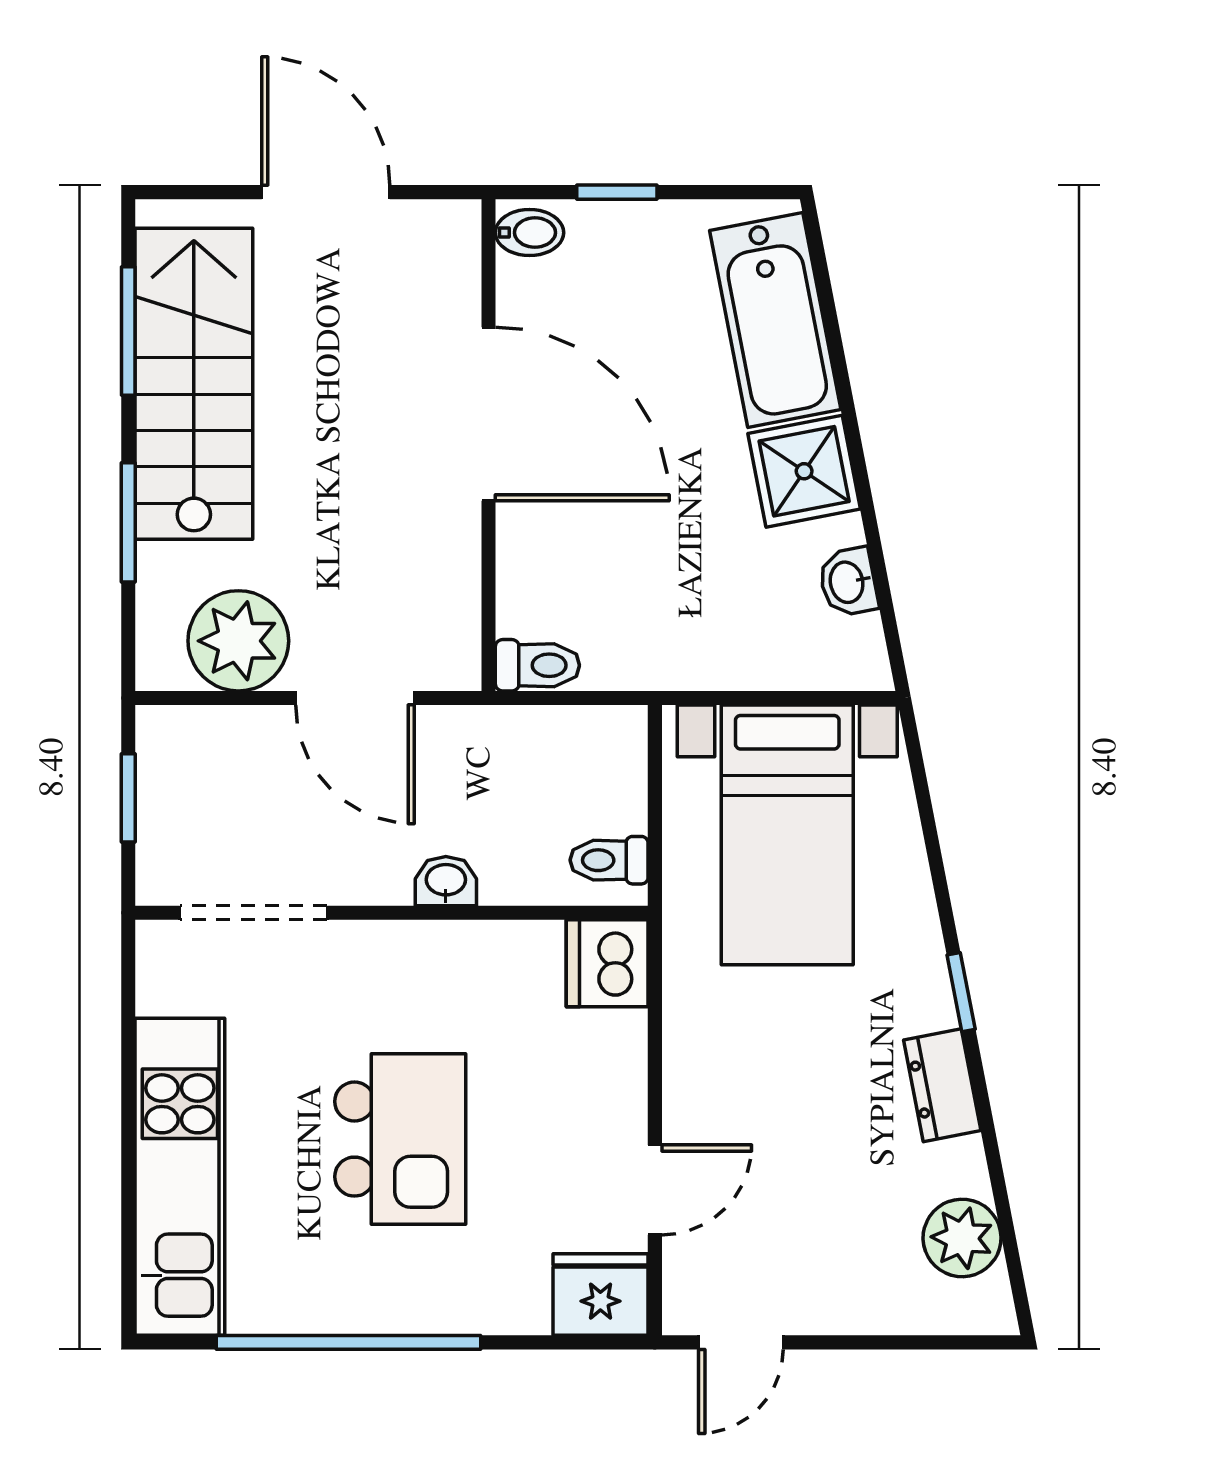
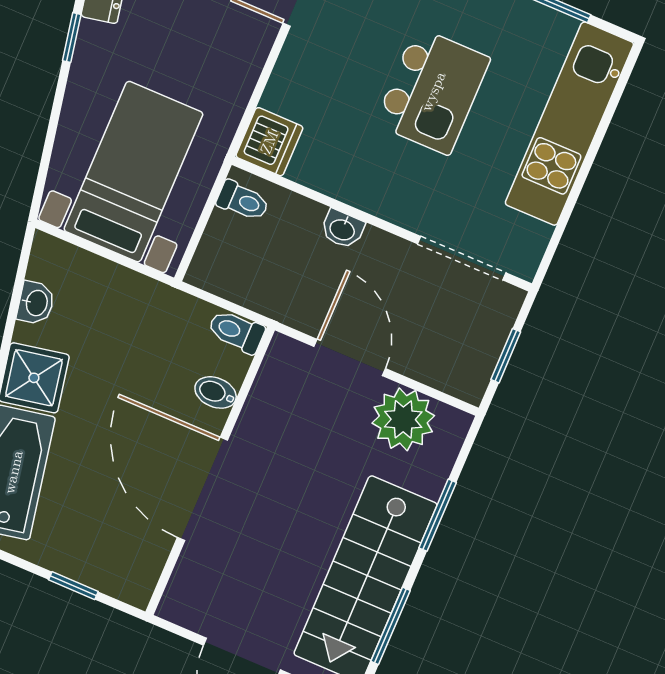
bidet: (530, 233) -> (216, 392), moved
kitchen island: (400, 1139) -> (433, 91), turned 180

